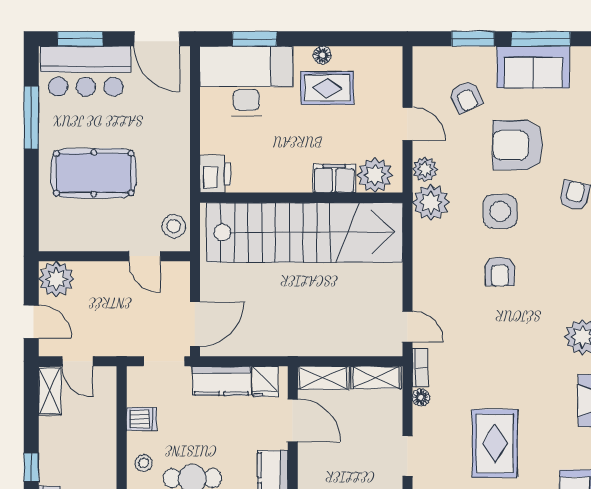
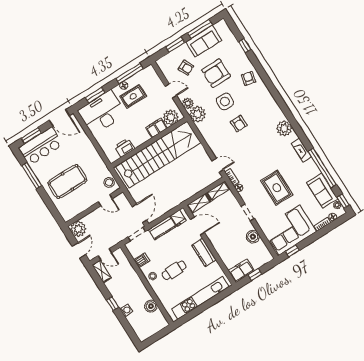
window: (348, 39) -> (130, 73), added
printer: (215, 174) -> (125, 147), moved, turned -90
door: (31, 322) -> (79, 250), hinge flipped

